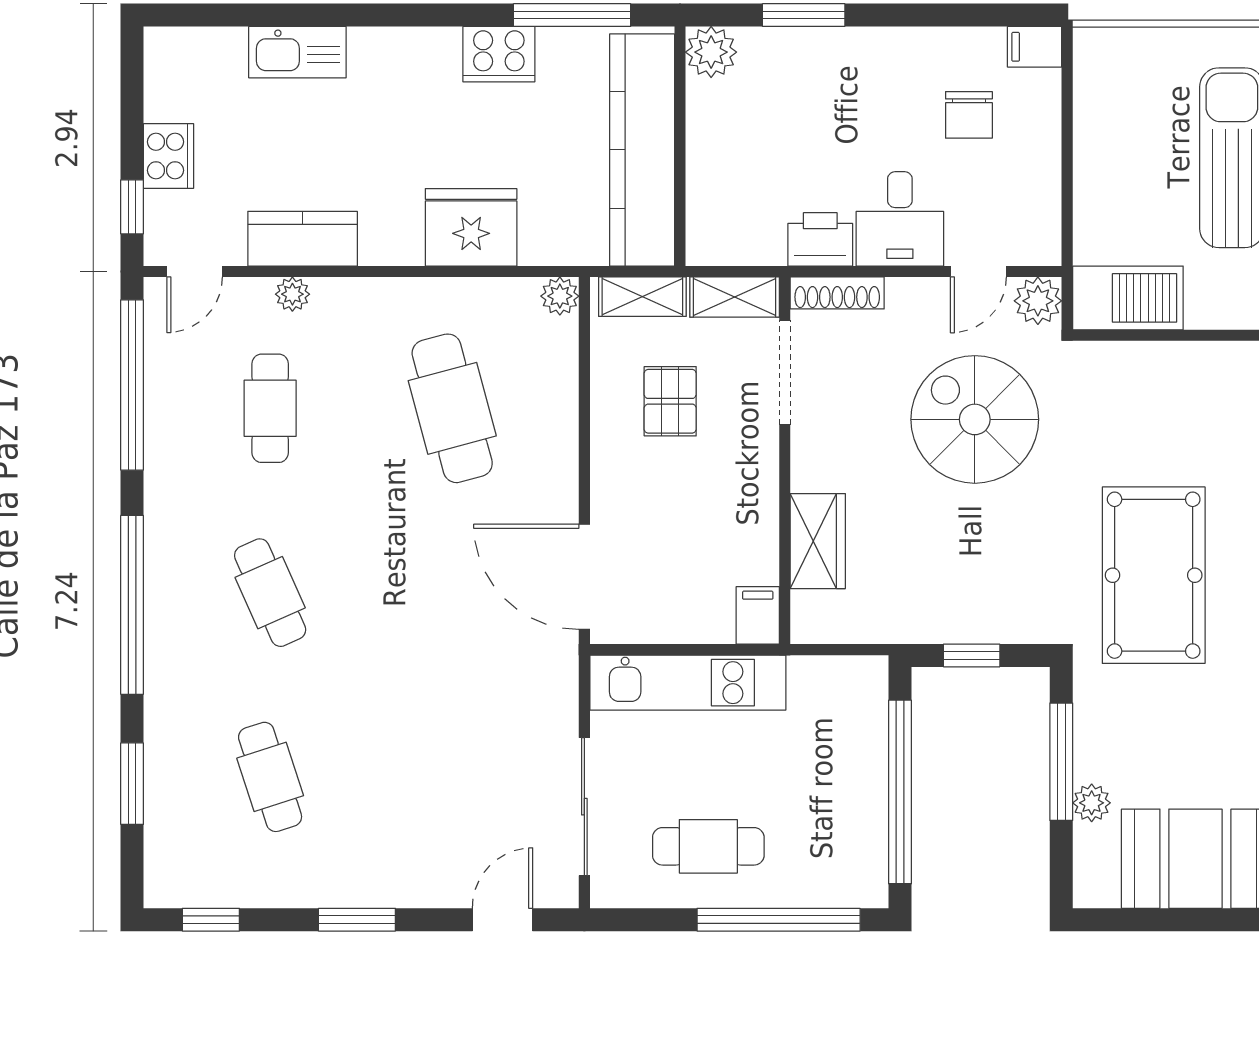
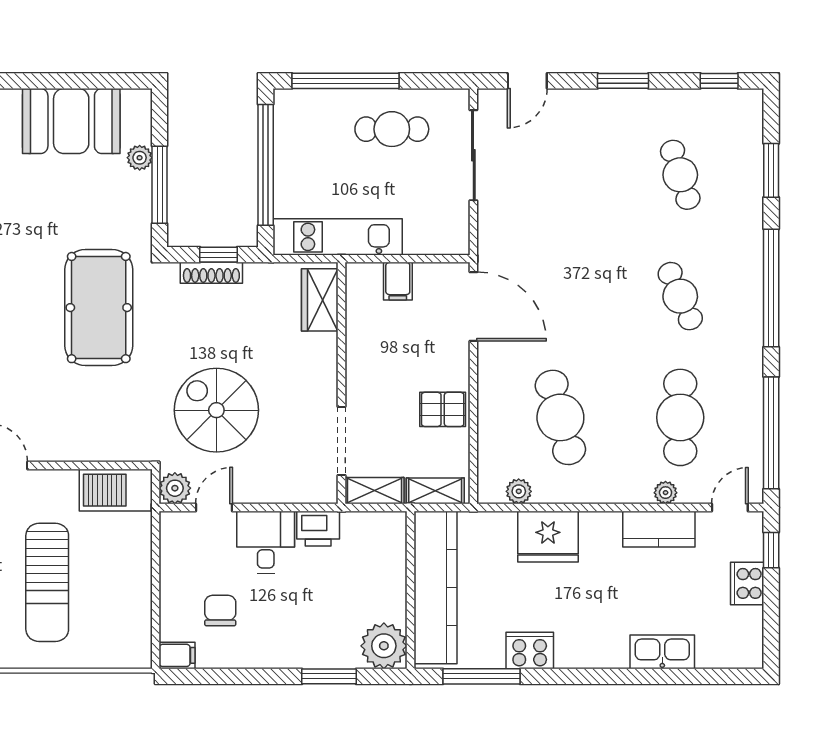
plant: (711, 52) -> (384, 646), width x1.36, depth x1.36
shoe rack: (837, 293) -> (211, 273), moved, turned 180
plant: (560, 296) -> (519, 491), moved
pallet: (670, 401) -> (443, 409), moved, turned 90
cafe table: (270, 408) -> (680, 417), width x1.37, depth x1.35
spiral stairs: (975, 419) -> (216, 410), turned 180
wardrobe: (818, 541) -> (320, 300), moved
filing cabinet: (758, 615) -> (398, 281), moved
kitchen unit: (688, 683) -> (338, 237), moved

